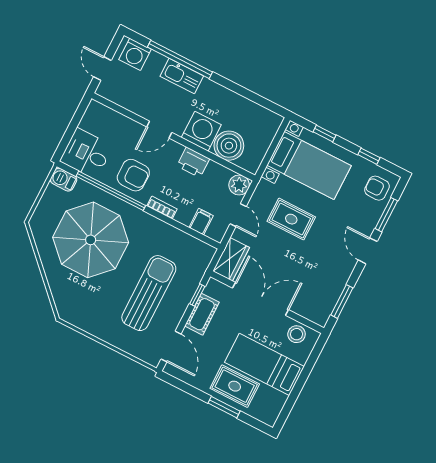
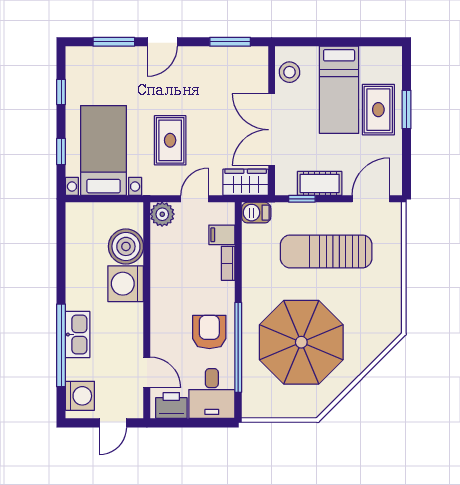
door: (159, 130) -> (147, 372), moved
printer: (193, 162) -> (171, 405), moved, turned -90
barbecue: (64, 180) -> (256, 213), moved, turned 90
armchair: (377, 188) -> (91, 66), removed
bookcase: (162, 207) -> (228, 263), moved

